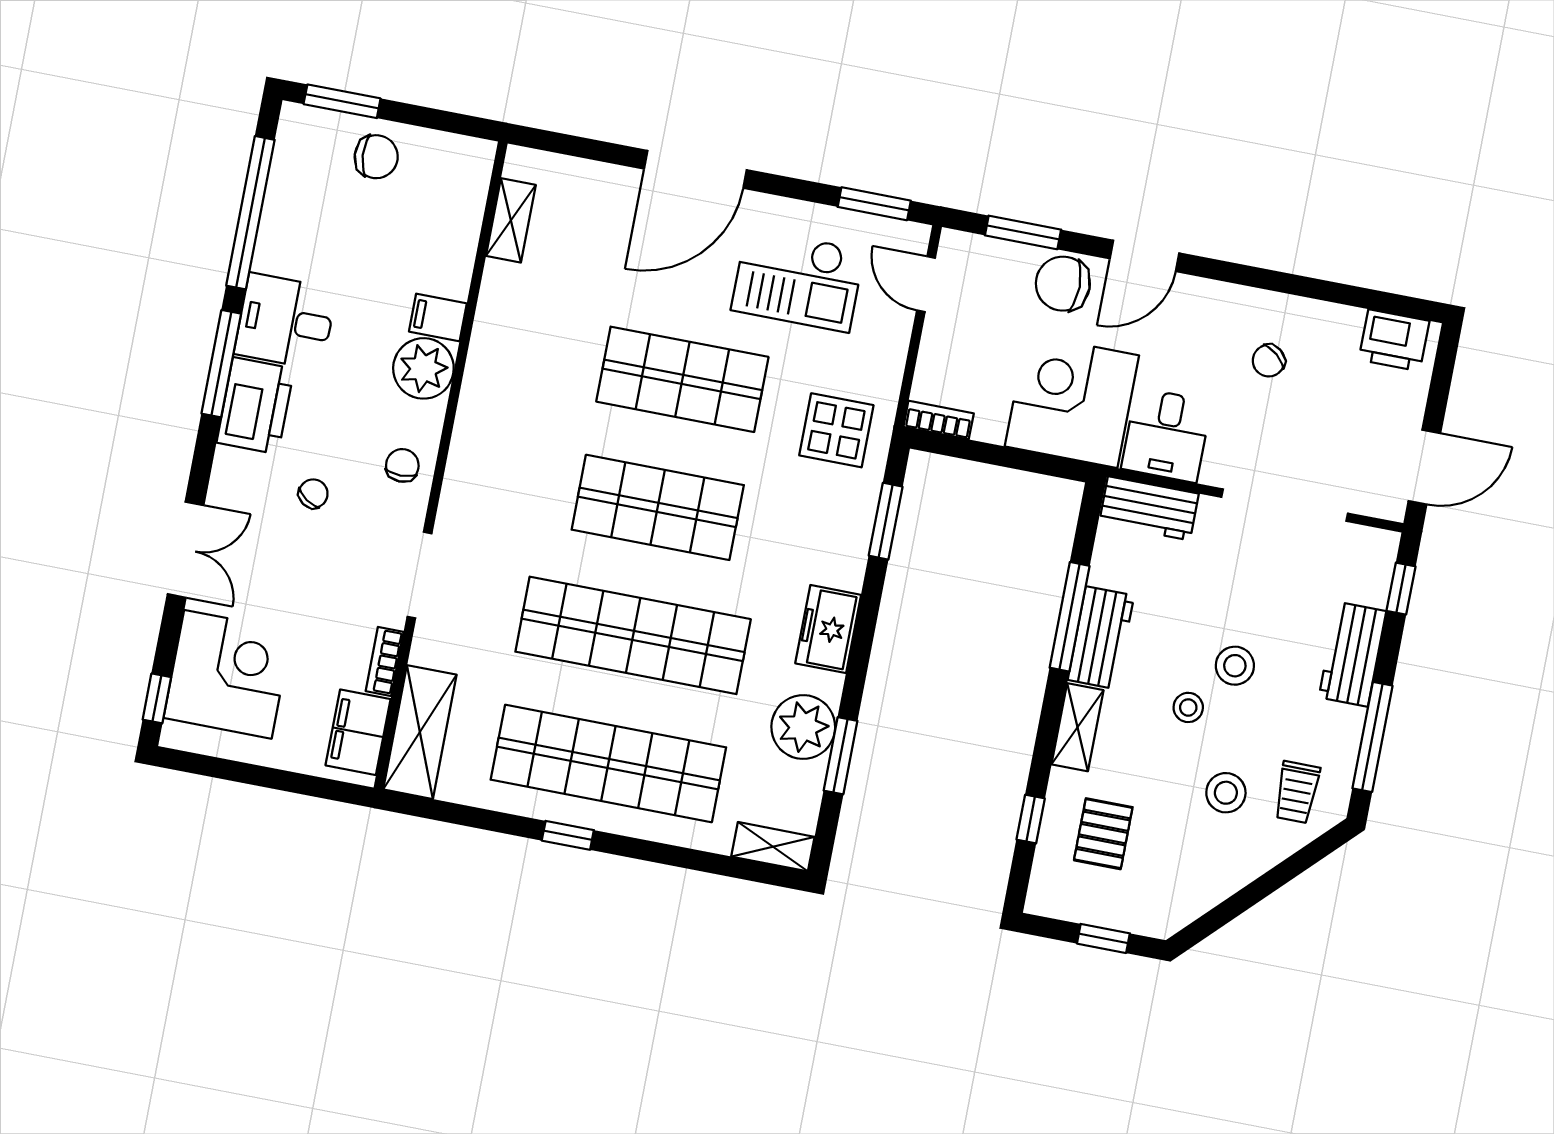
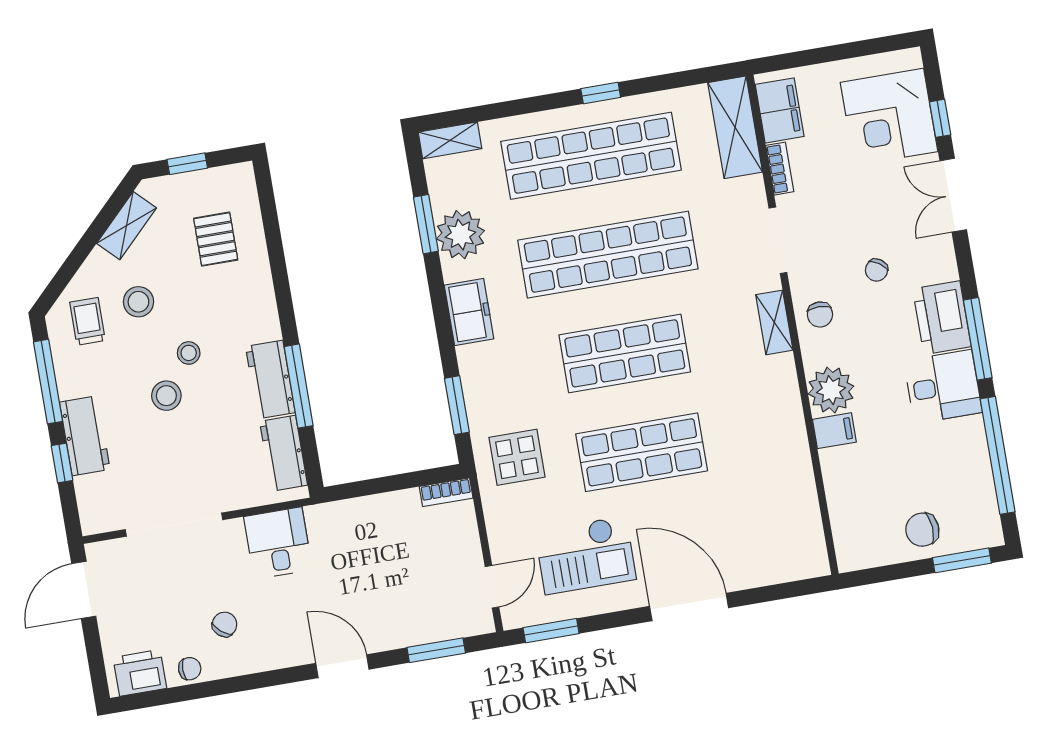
door: (695, 169) -> (689, 607), hinge flipped
shelving: (511, 220) -> (774, 322), moved
door: (1144, 256) -> (342, 666), hinge flipped
checkout: (798, 280) -> (585, 555), turned 180
door: (926, 284) -> (492, 587), hinge flipped
chair: (1063, 284) -> (190, 669), moved, width x0.54, depth x0.54
corner desk: (1072, 401) -> (355, 542), removed
workbench: (1149, 508) -> (284, 453), moved, turned -90
window: (1401, 589) -> (62, 463), moved
window: (157, 698) -> (940, 118), moved
shelving: (1077, 727) -> (127, 226), moved, turned 45
window: (1031, 819) -> (272, 230), removed

